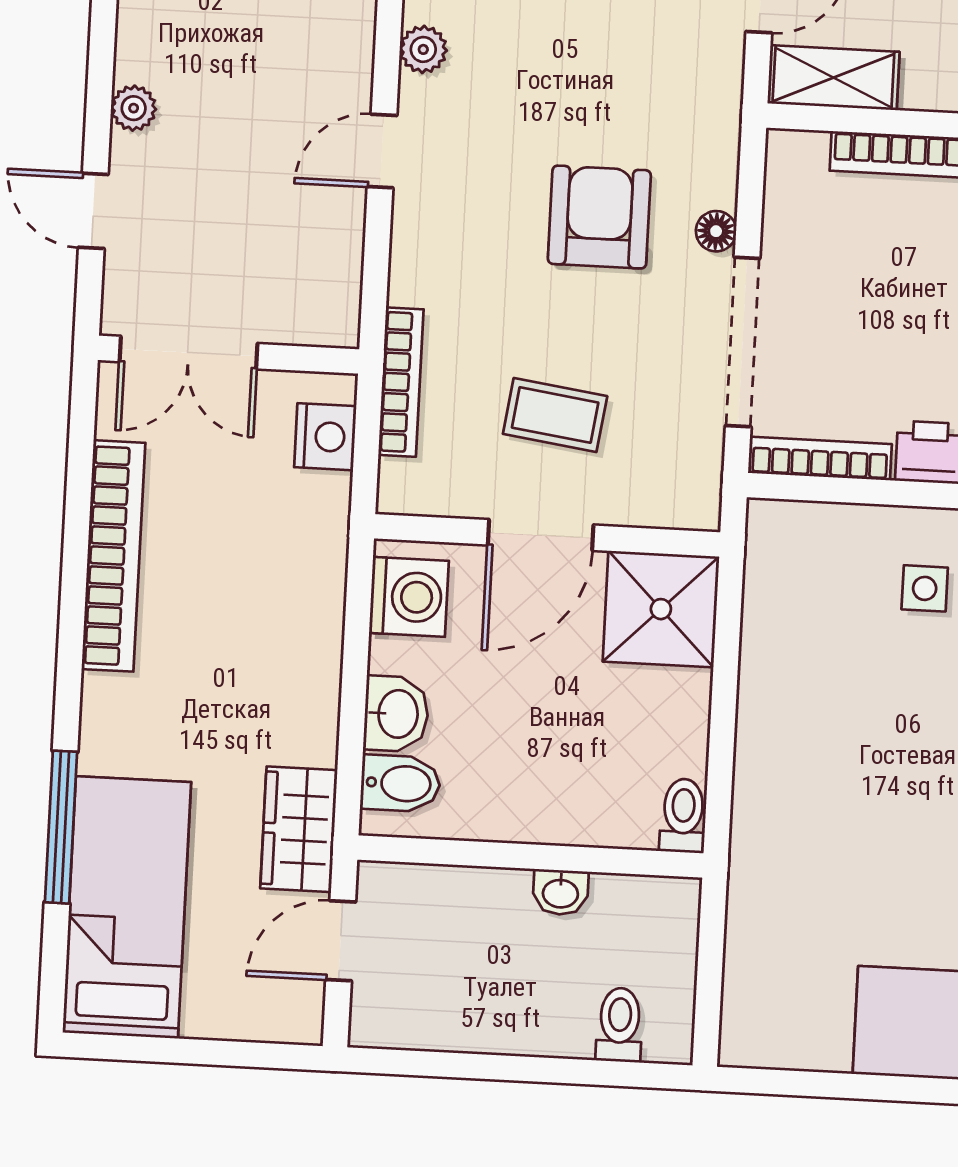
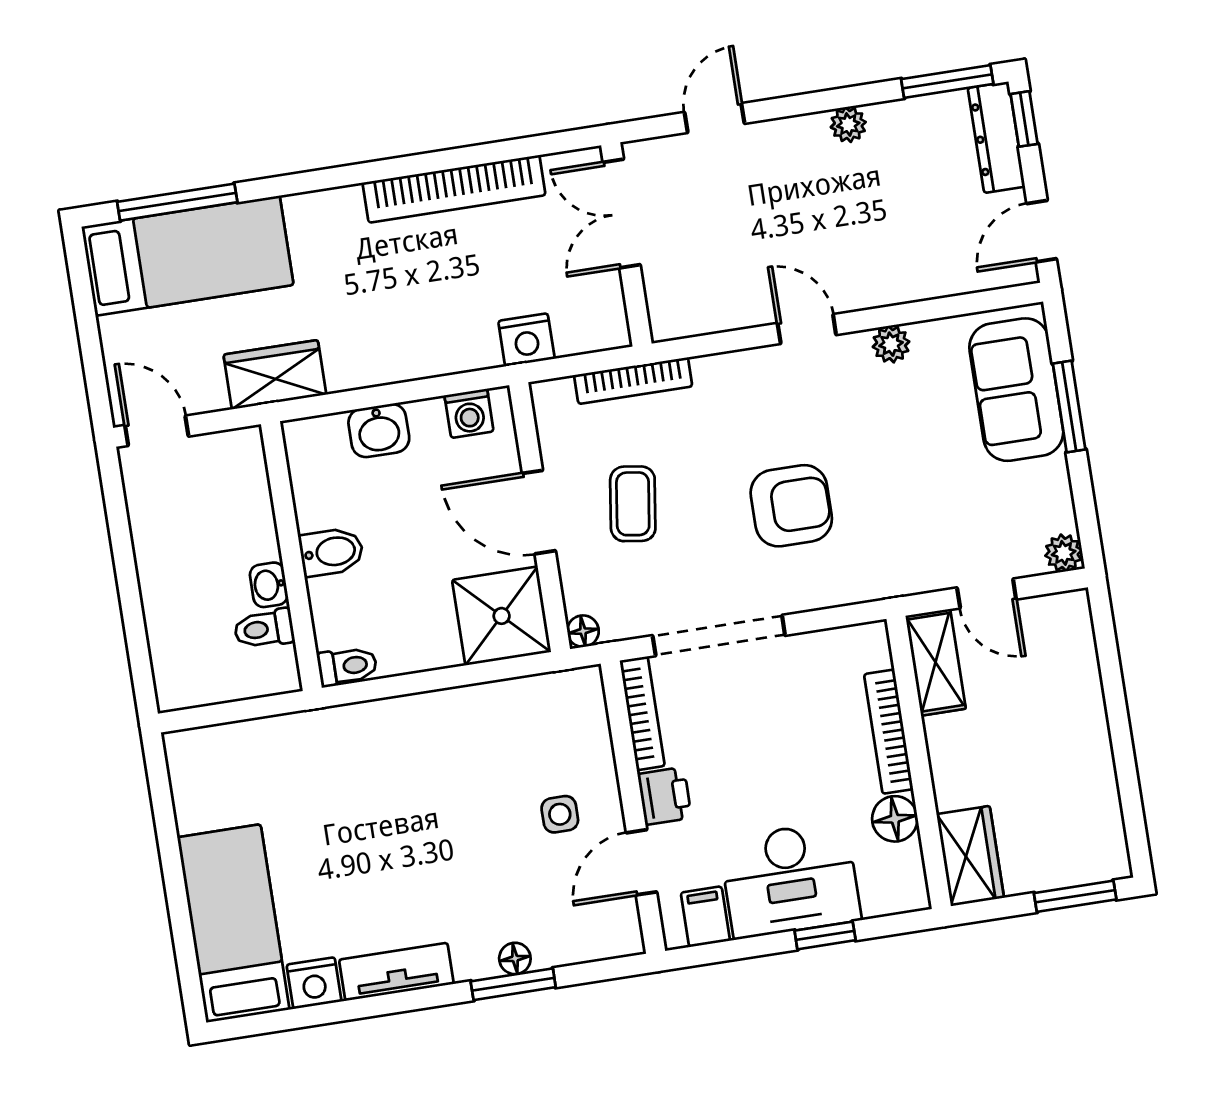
plant: (134, 108) -> (848, 125), moved
floor lamp: (716, 231) -> (583, 631), moved
nightstand: (325, 437) -> (526, 340), moved
washing machine: (409, 597) -> (469, 413), width x0.73, depth x0.73
bidet: (400, 783) -> (331, 552), moved, turned -90
window: (61, 827) -> (177, 202), moved
door: (341, 941) -> (157, 431), moved
toilet: (620, 1025) -> (264, 629), moved, turned 180

